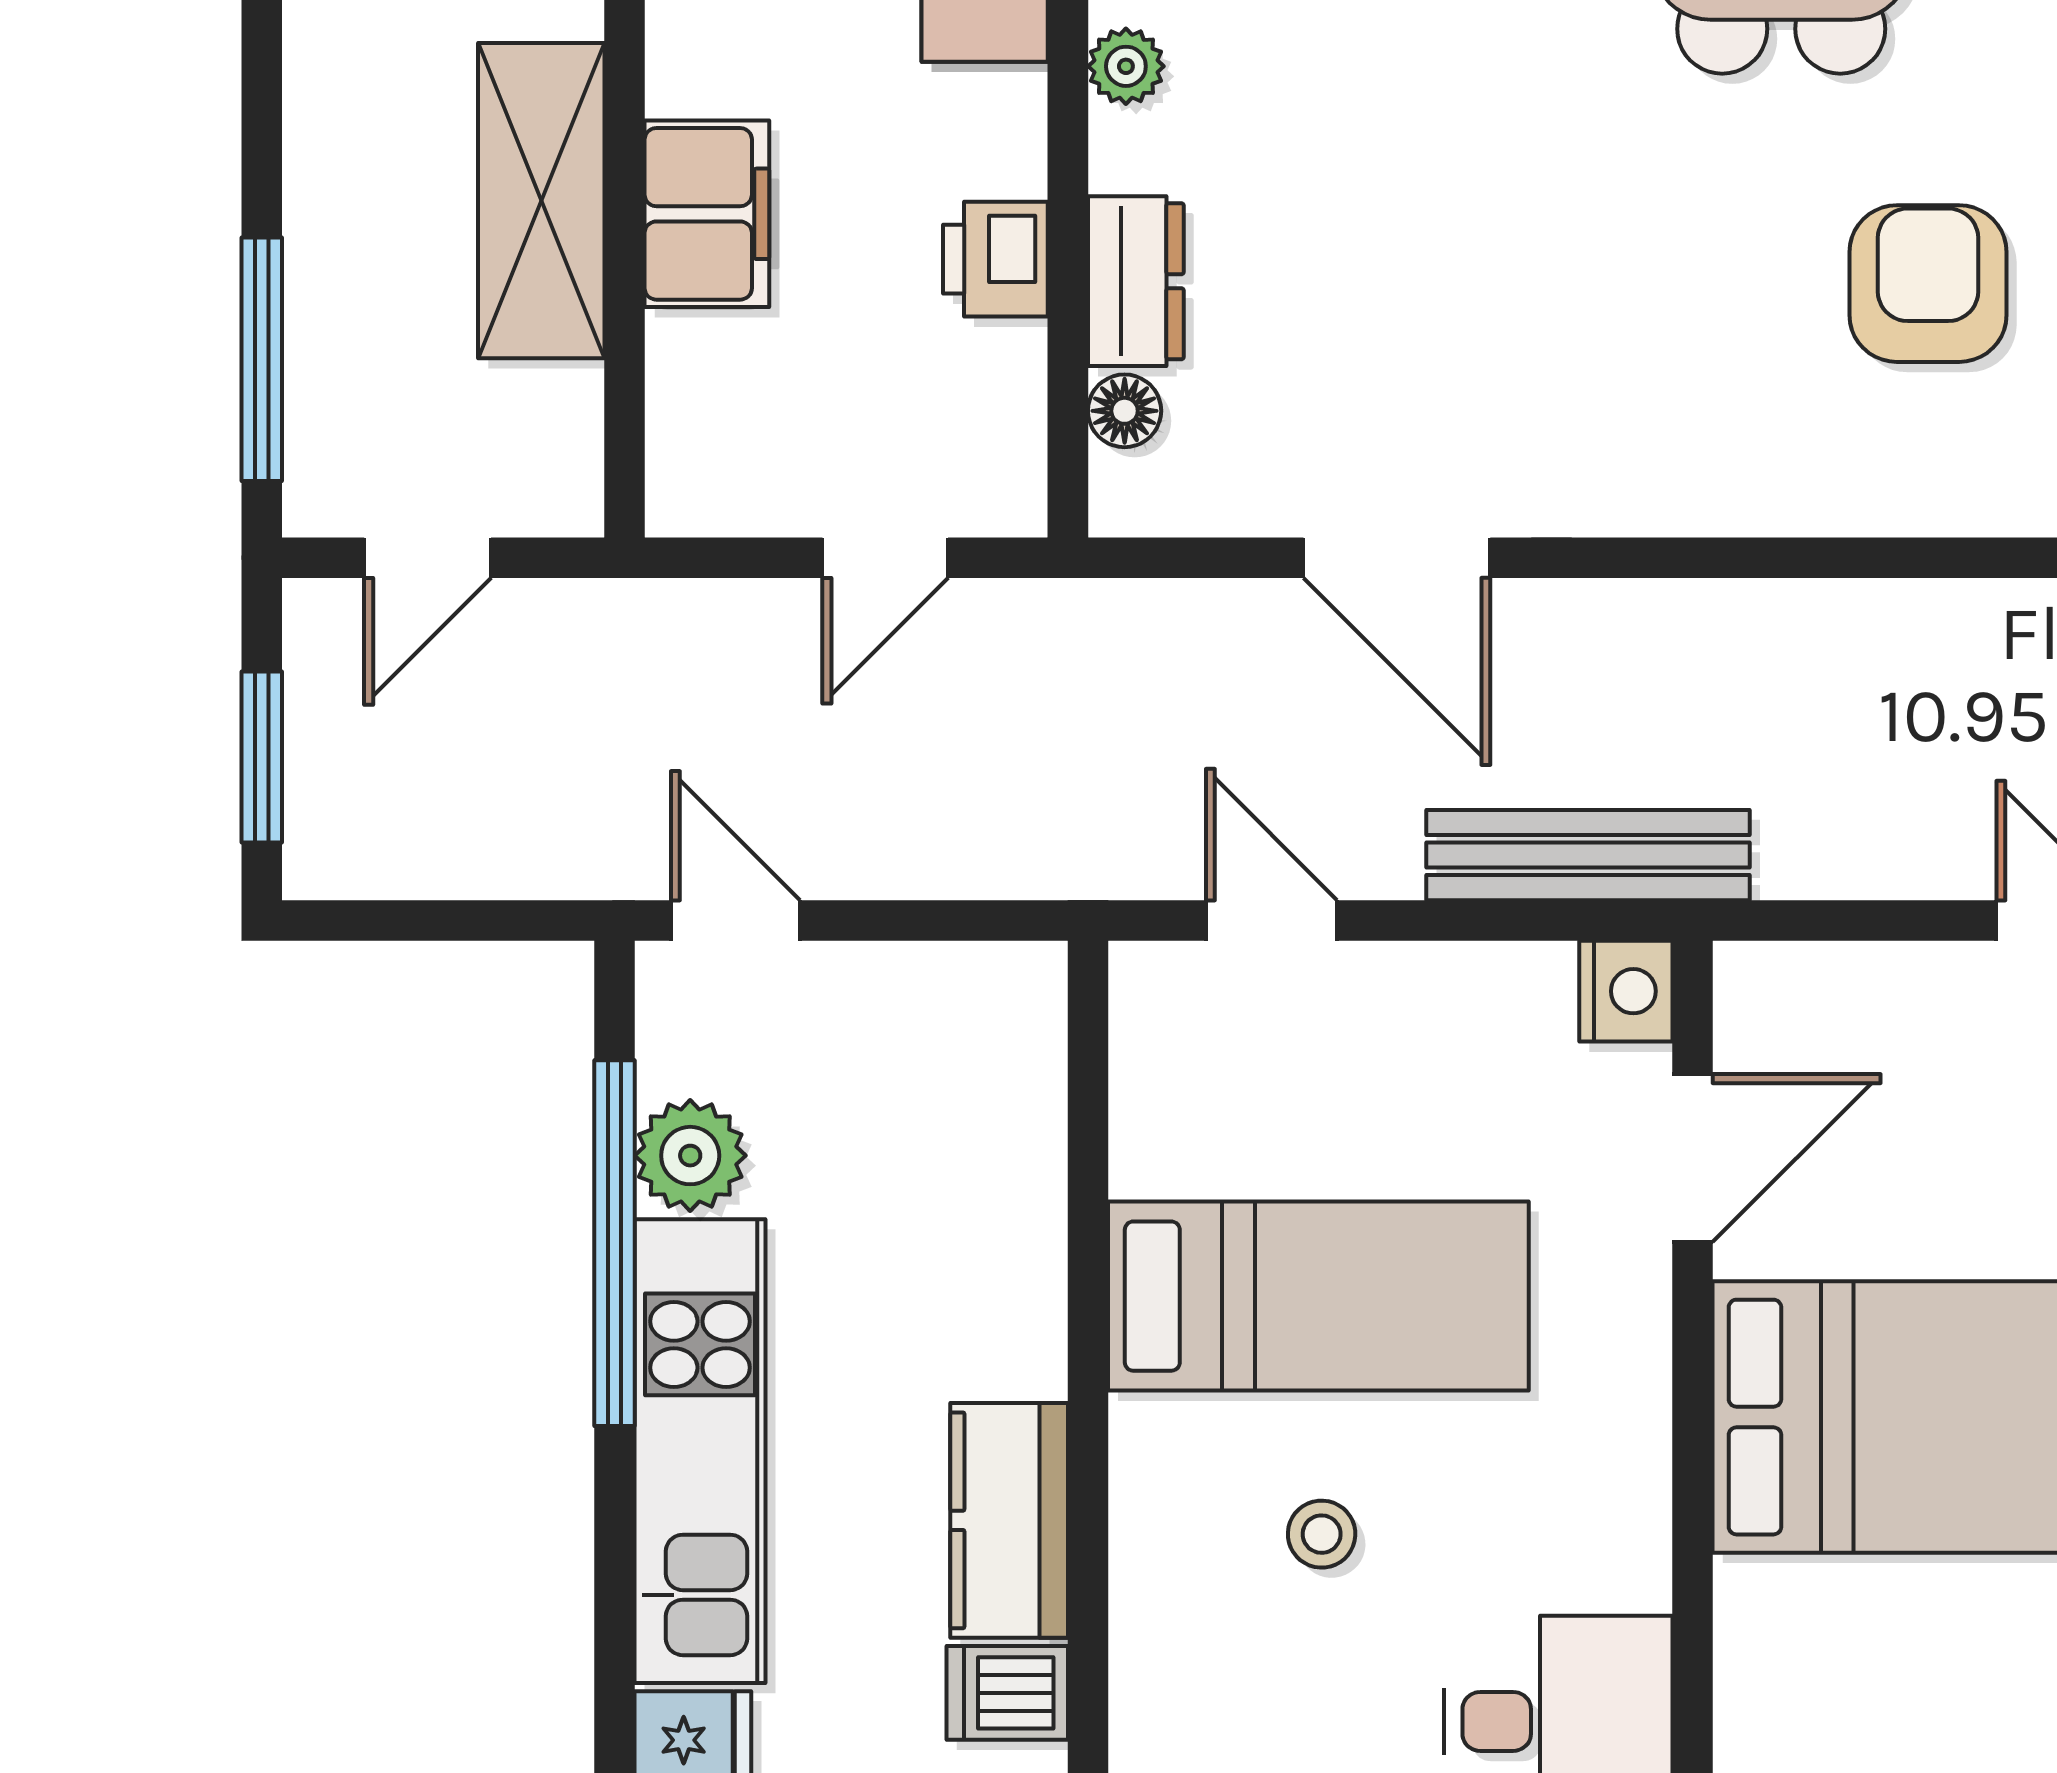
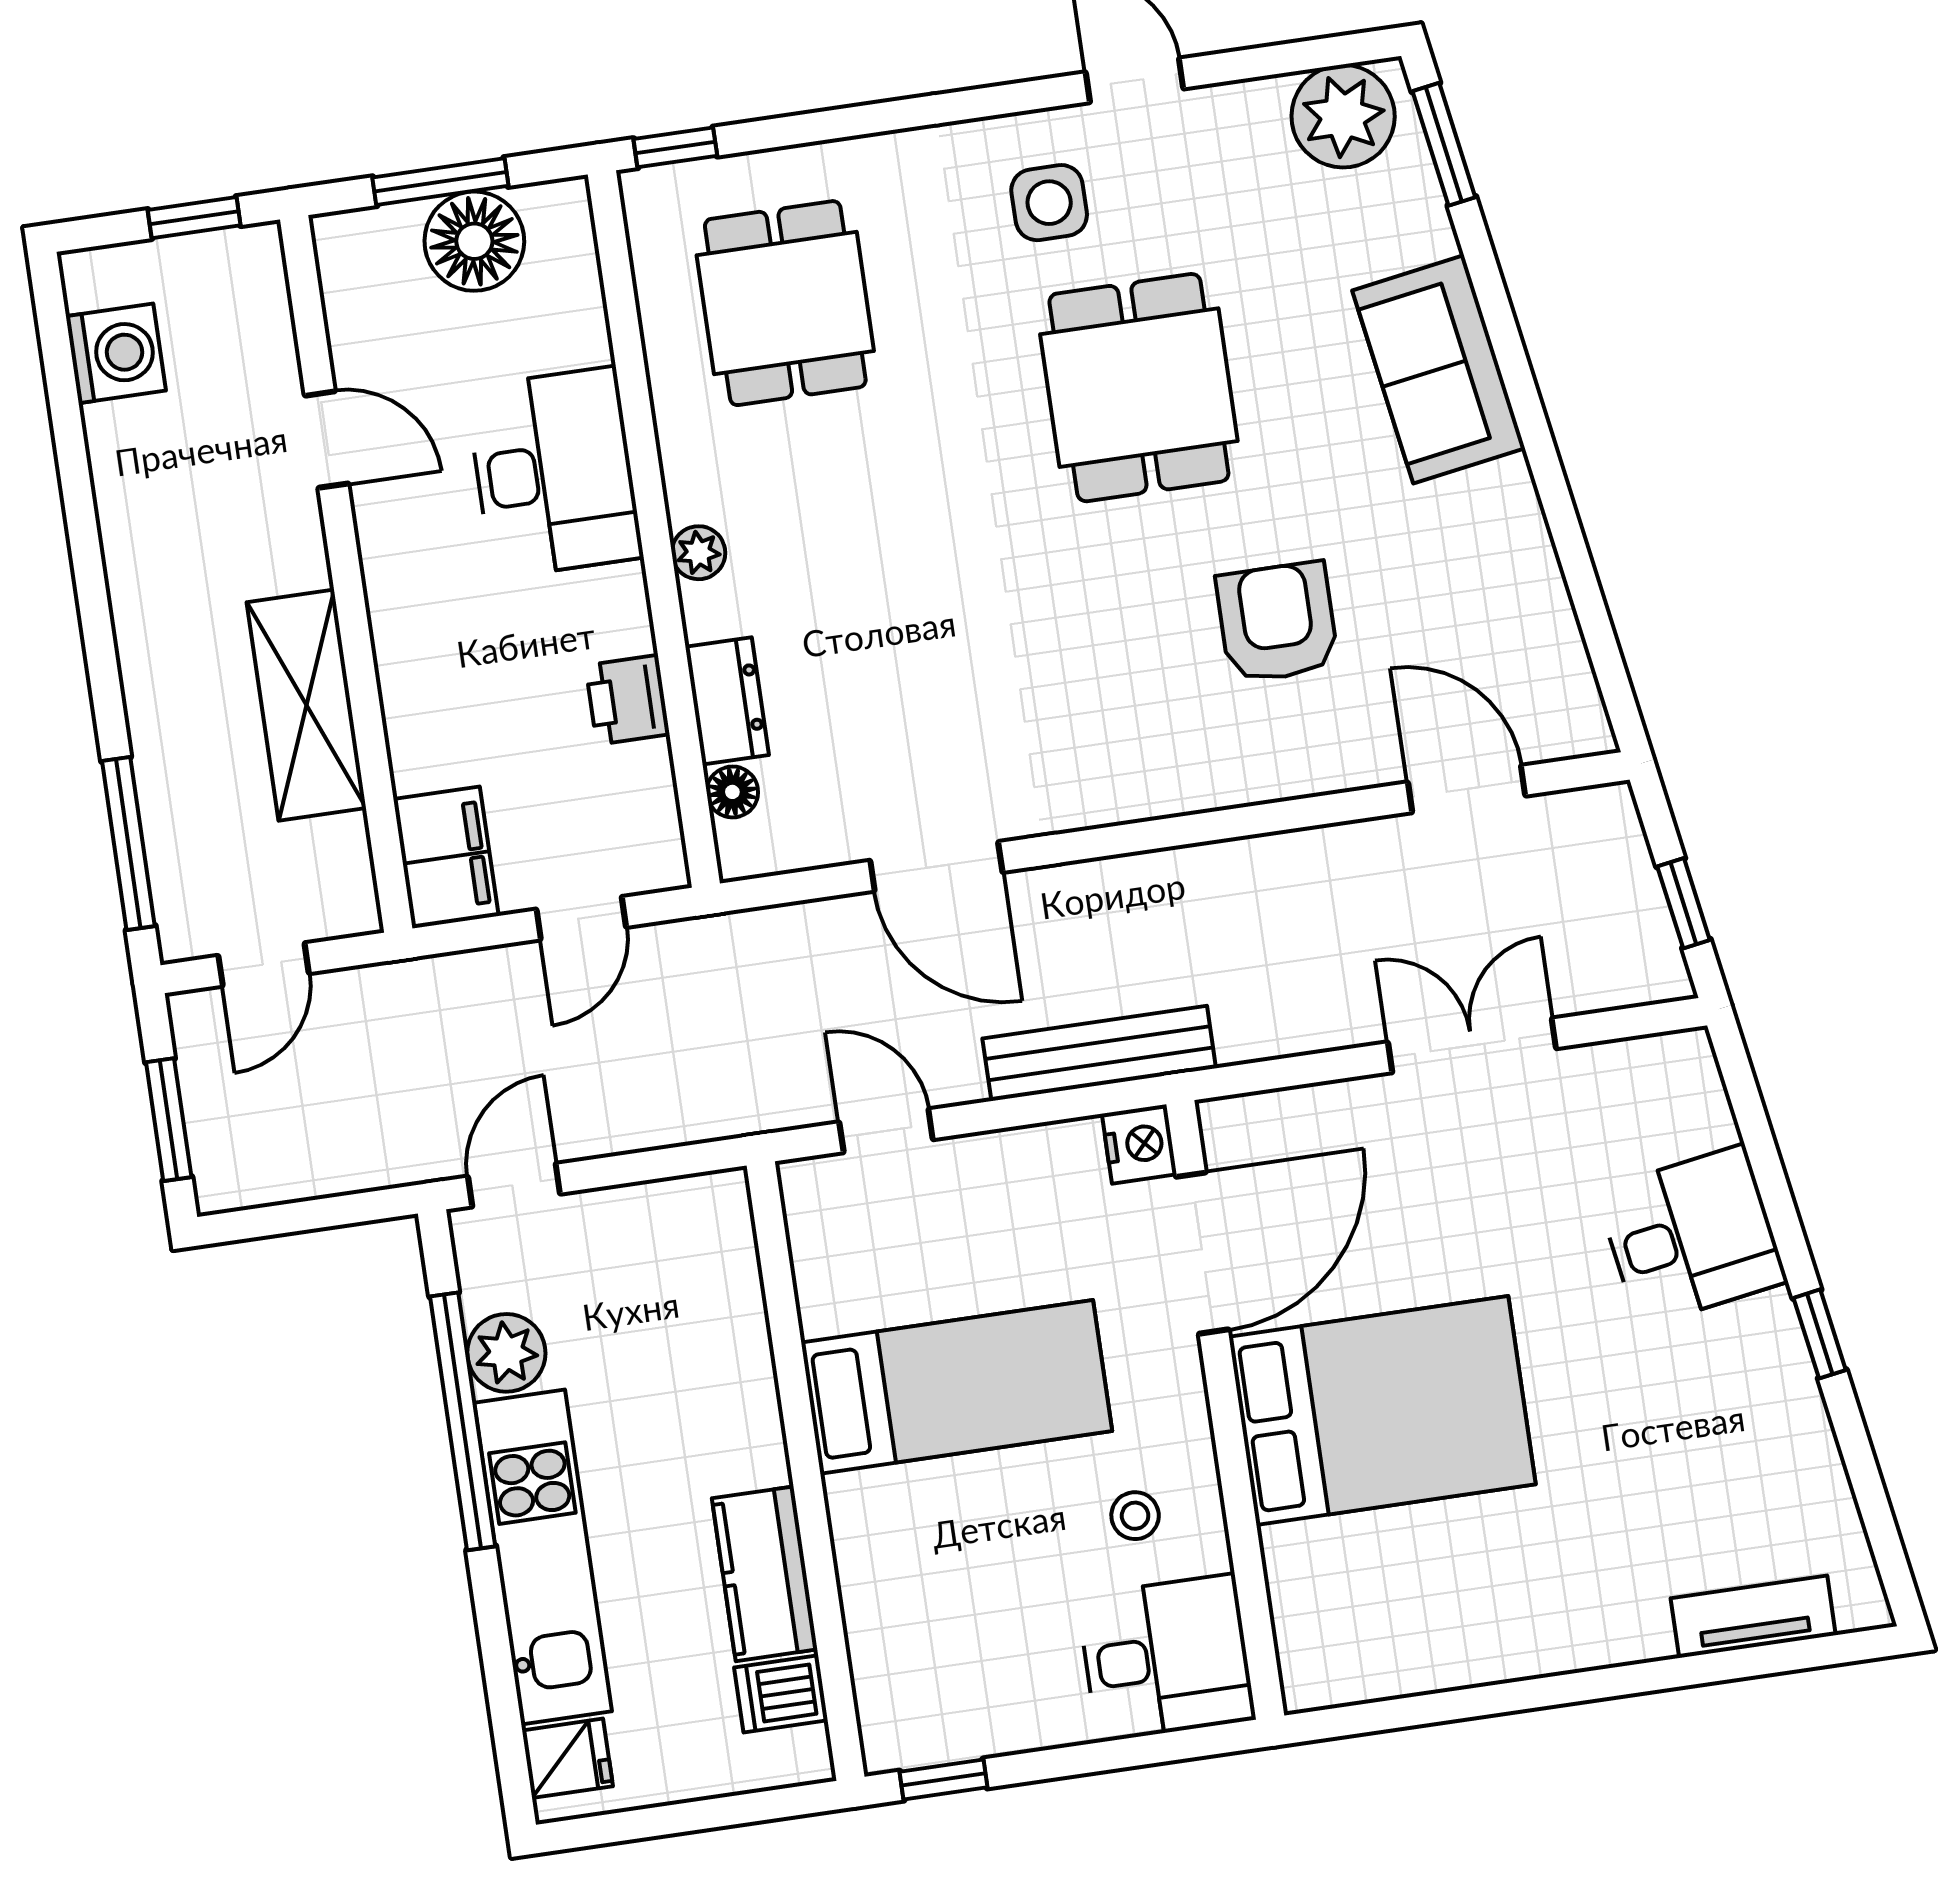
filing cabinet: (707, 214) -> (446, 857), moved
door: (735, 920) -> (514, 1185), hinge flipped
door: (1693, 1158) -> (1202, 1253), width x1.36
stool: (1322, 1534) -> (1135, 1516), moved

